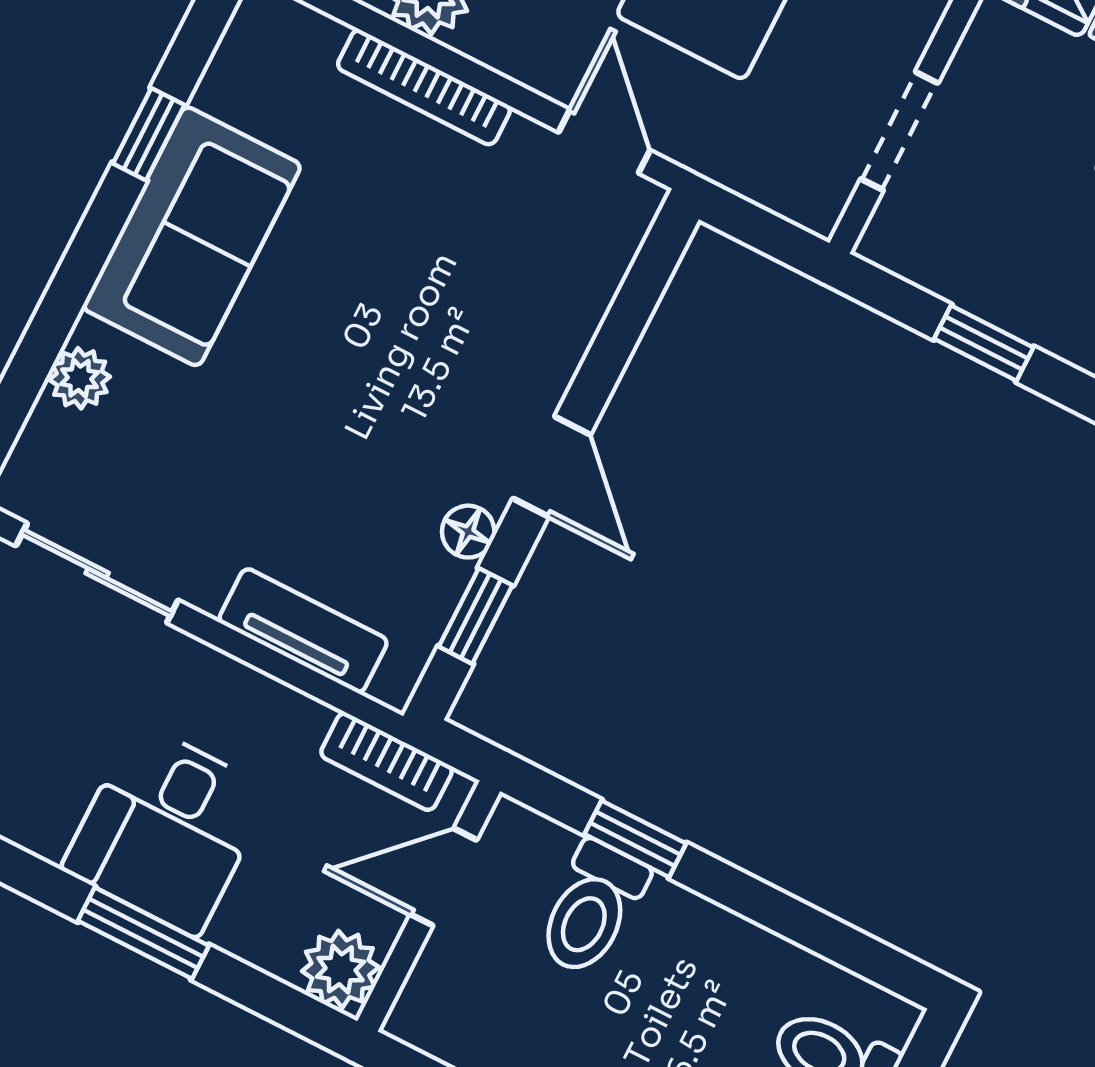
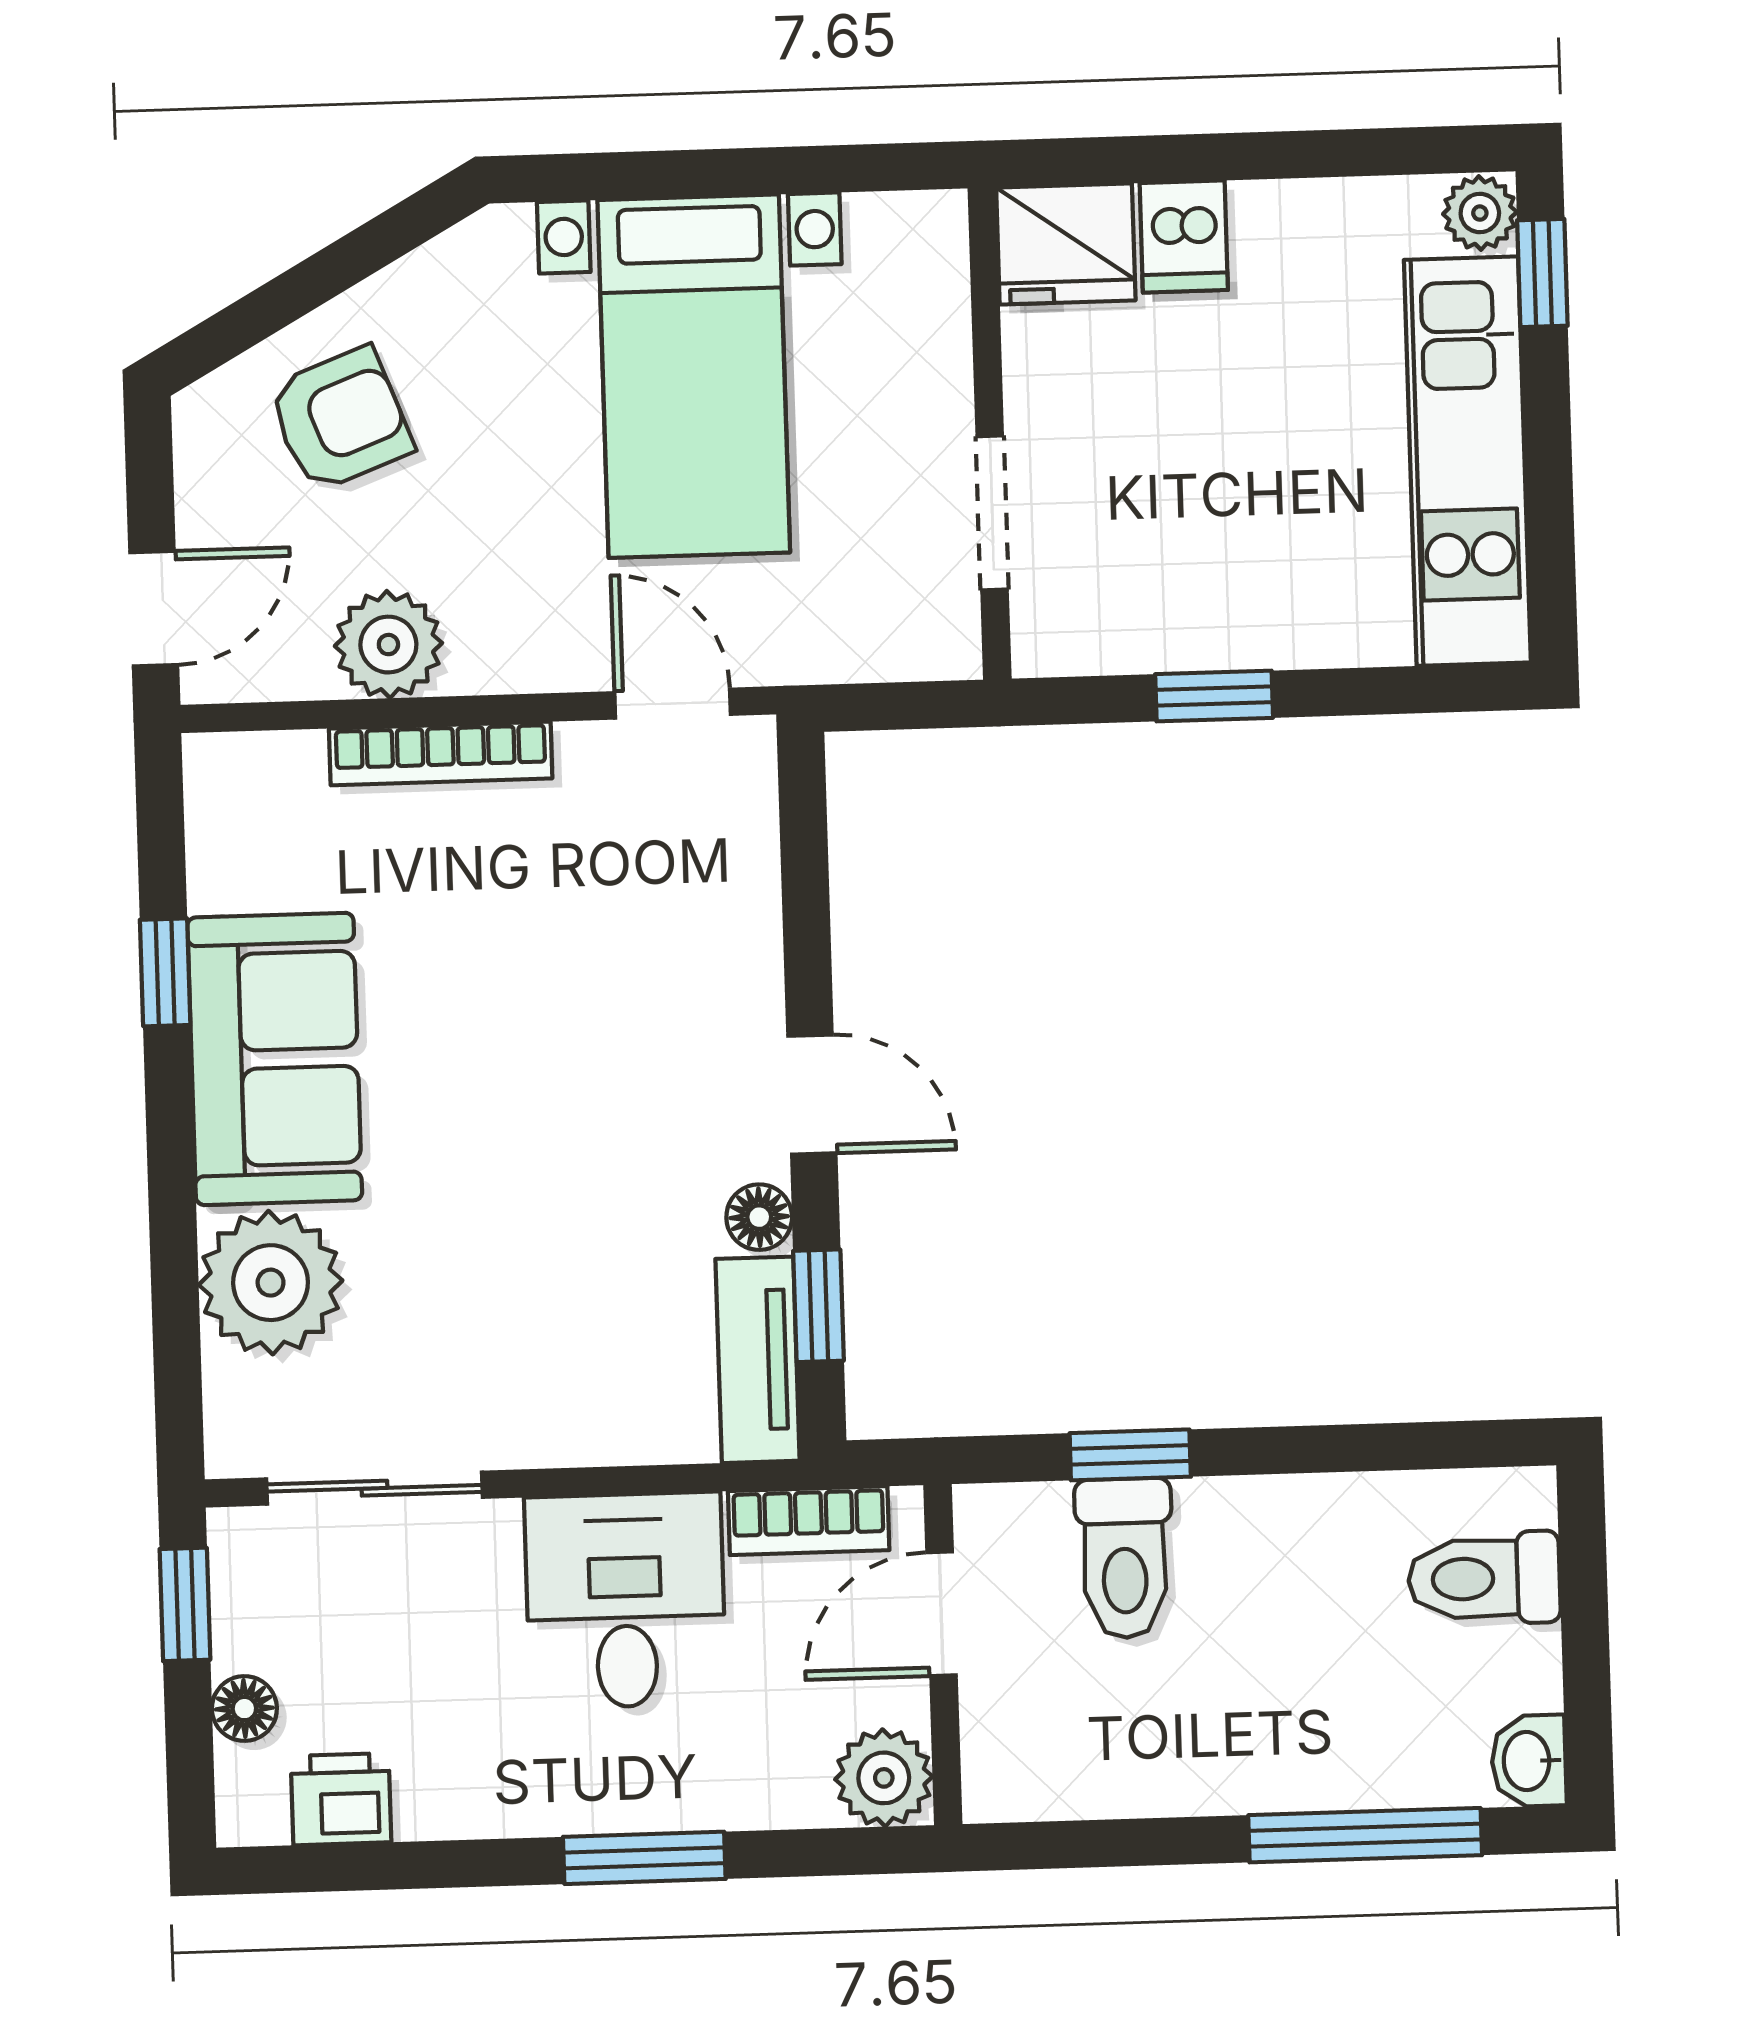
plant: (80, 378) -> (271, 1283), width x1.87, depth x1.87
tv unit: (303, 631) -> (758, 1360), moved, turned -90
desk: (167, 830) -> (625, 1600), moved, turned 180

